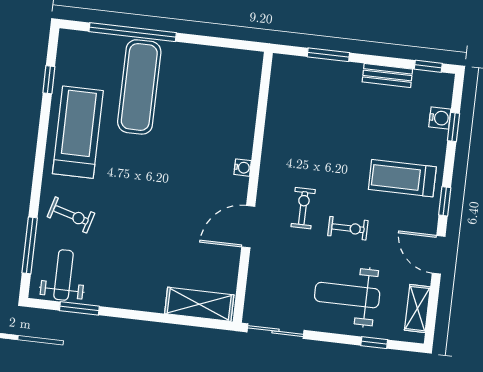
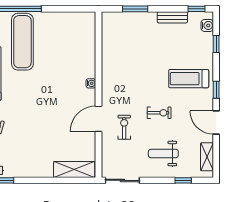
water cooler: (440, 118) -> (207, 25), moved
exercise bike: (303, 208) -> (124, 127), moved
weight bench: (347, 295) -> (163, 154), width x0.73, depth x0.75

